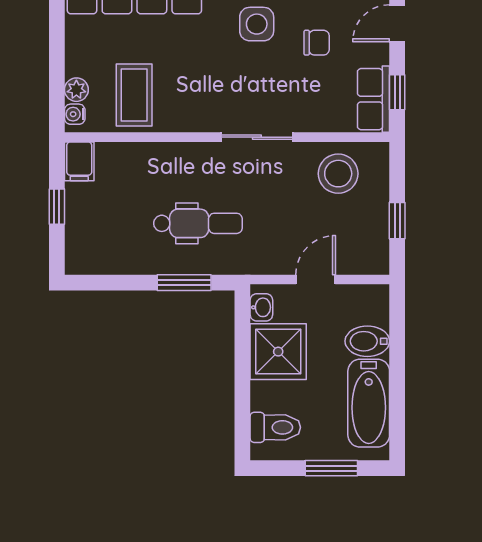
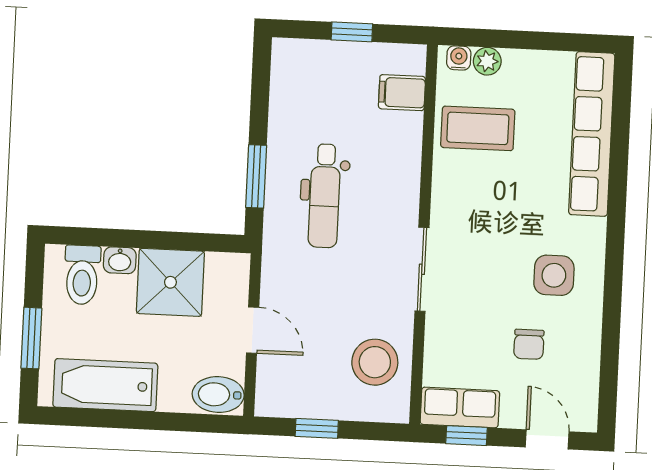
filing cabinet: (79, 161) -> (402, 93), moved
washbasin: (261, 307) -> (120, 260), moved
bidet: (367, 341) -> (218, 395), moved, turned -90

